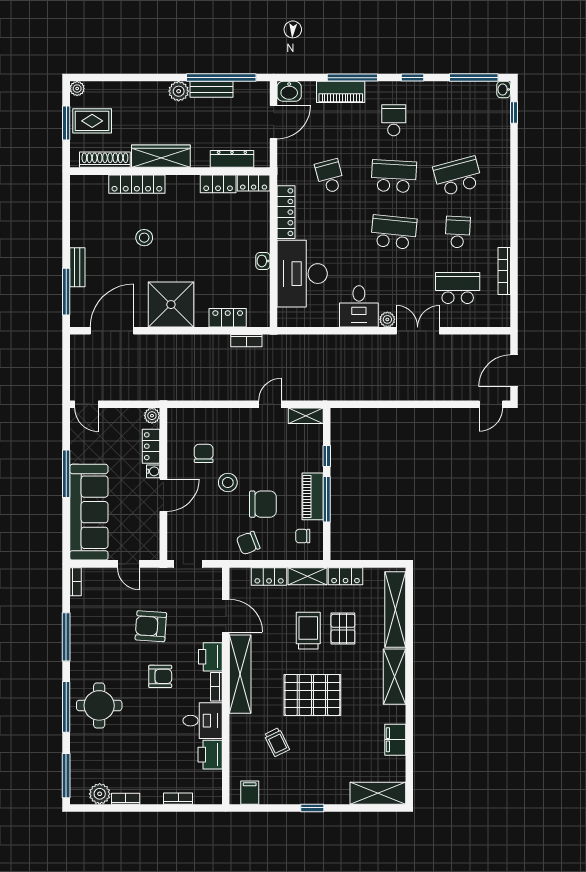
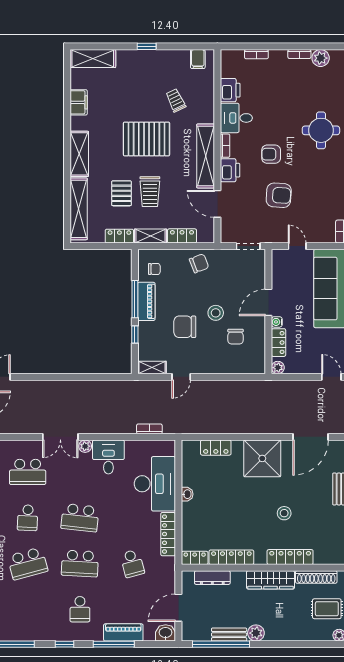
locker: (218, 184) -> (231, 557), width x1.53
bookcase: (246, 341) -> (149, 429), moved
chair: (263, 504) -> (185, 327), moved

